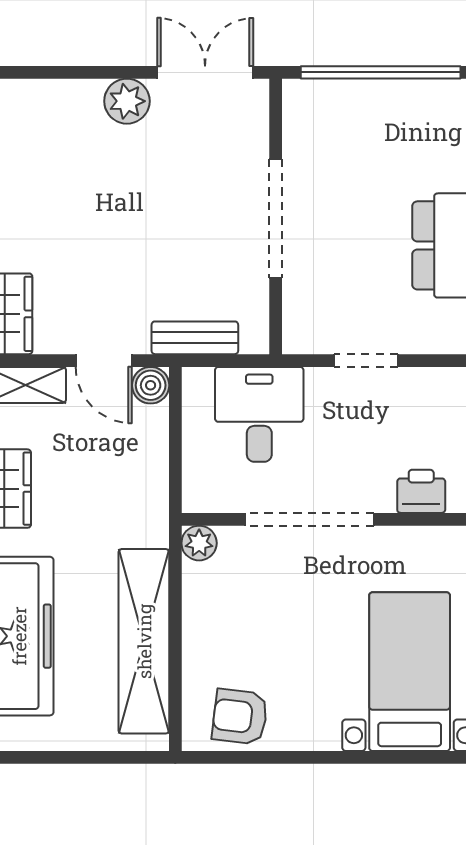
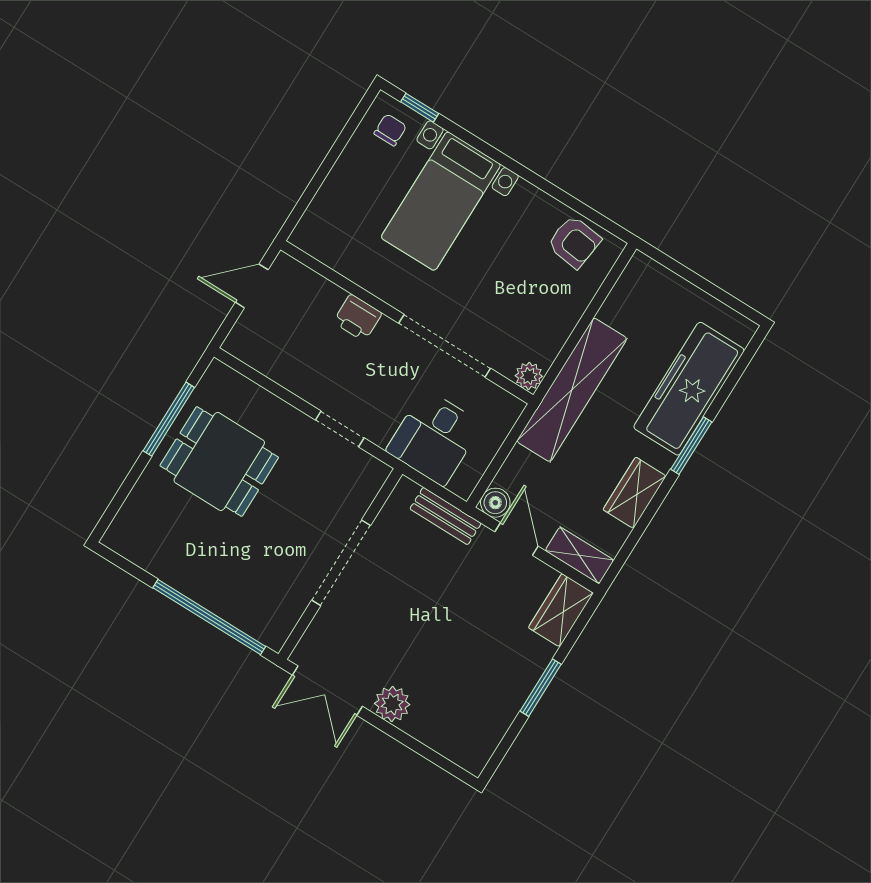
shelving: (144, 641) -> (572, 390), moved

